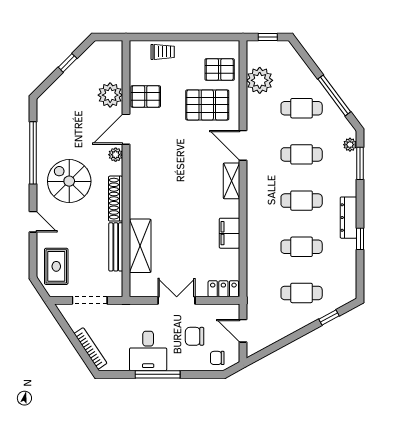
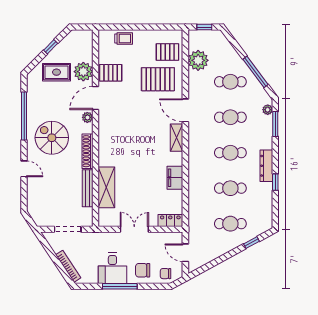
rug: (56, 266) -> (57, 72), moved, turned 90
chair: (195, 336) -> (143, 270), moved

